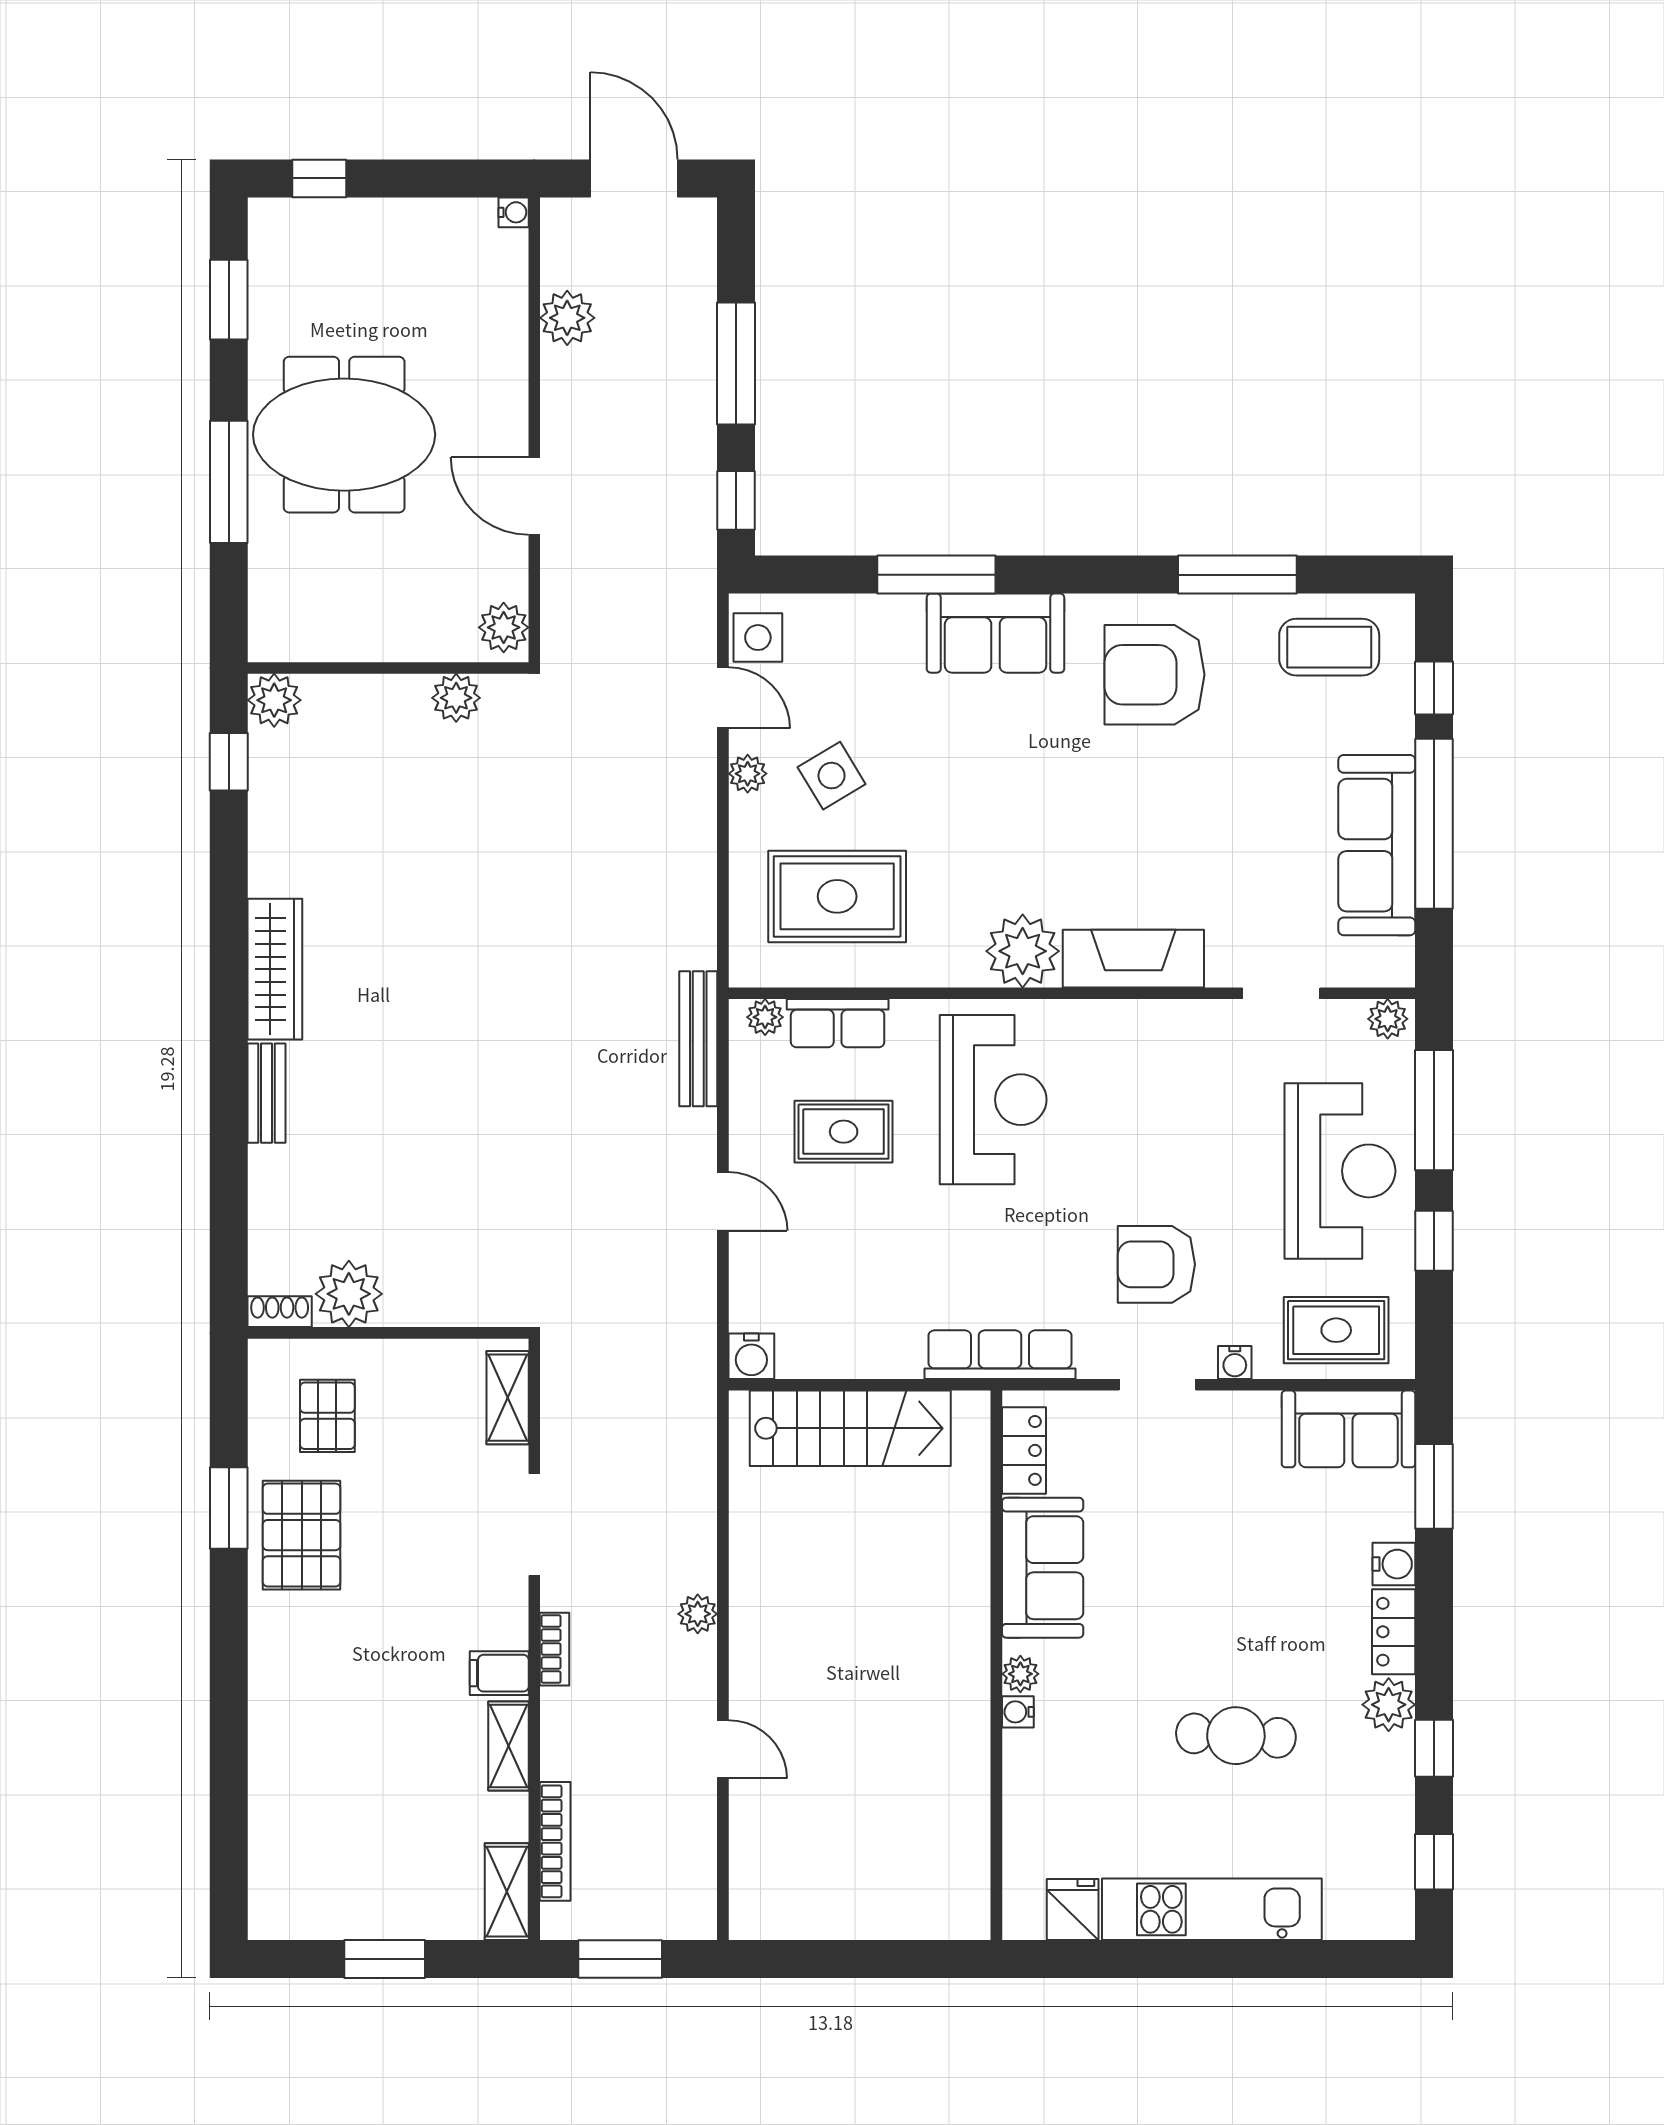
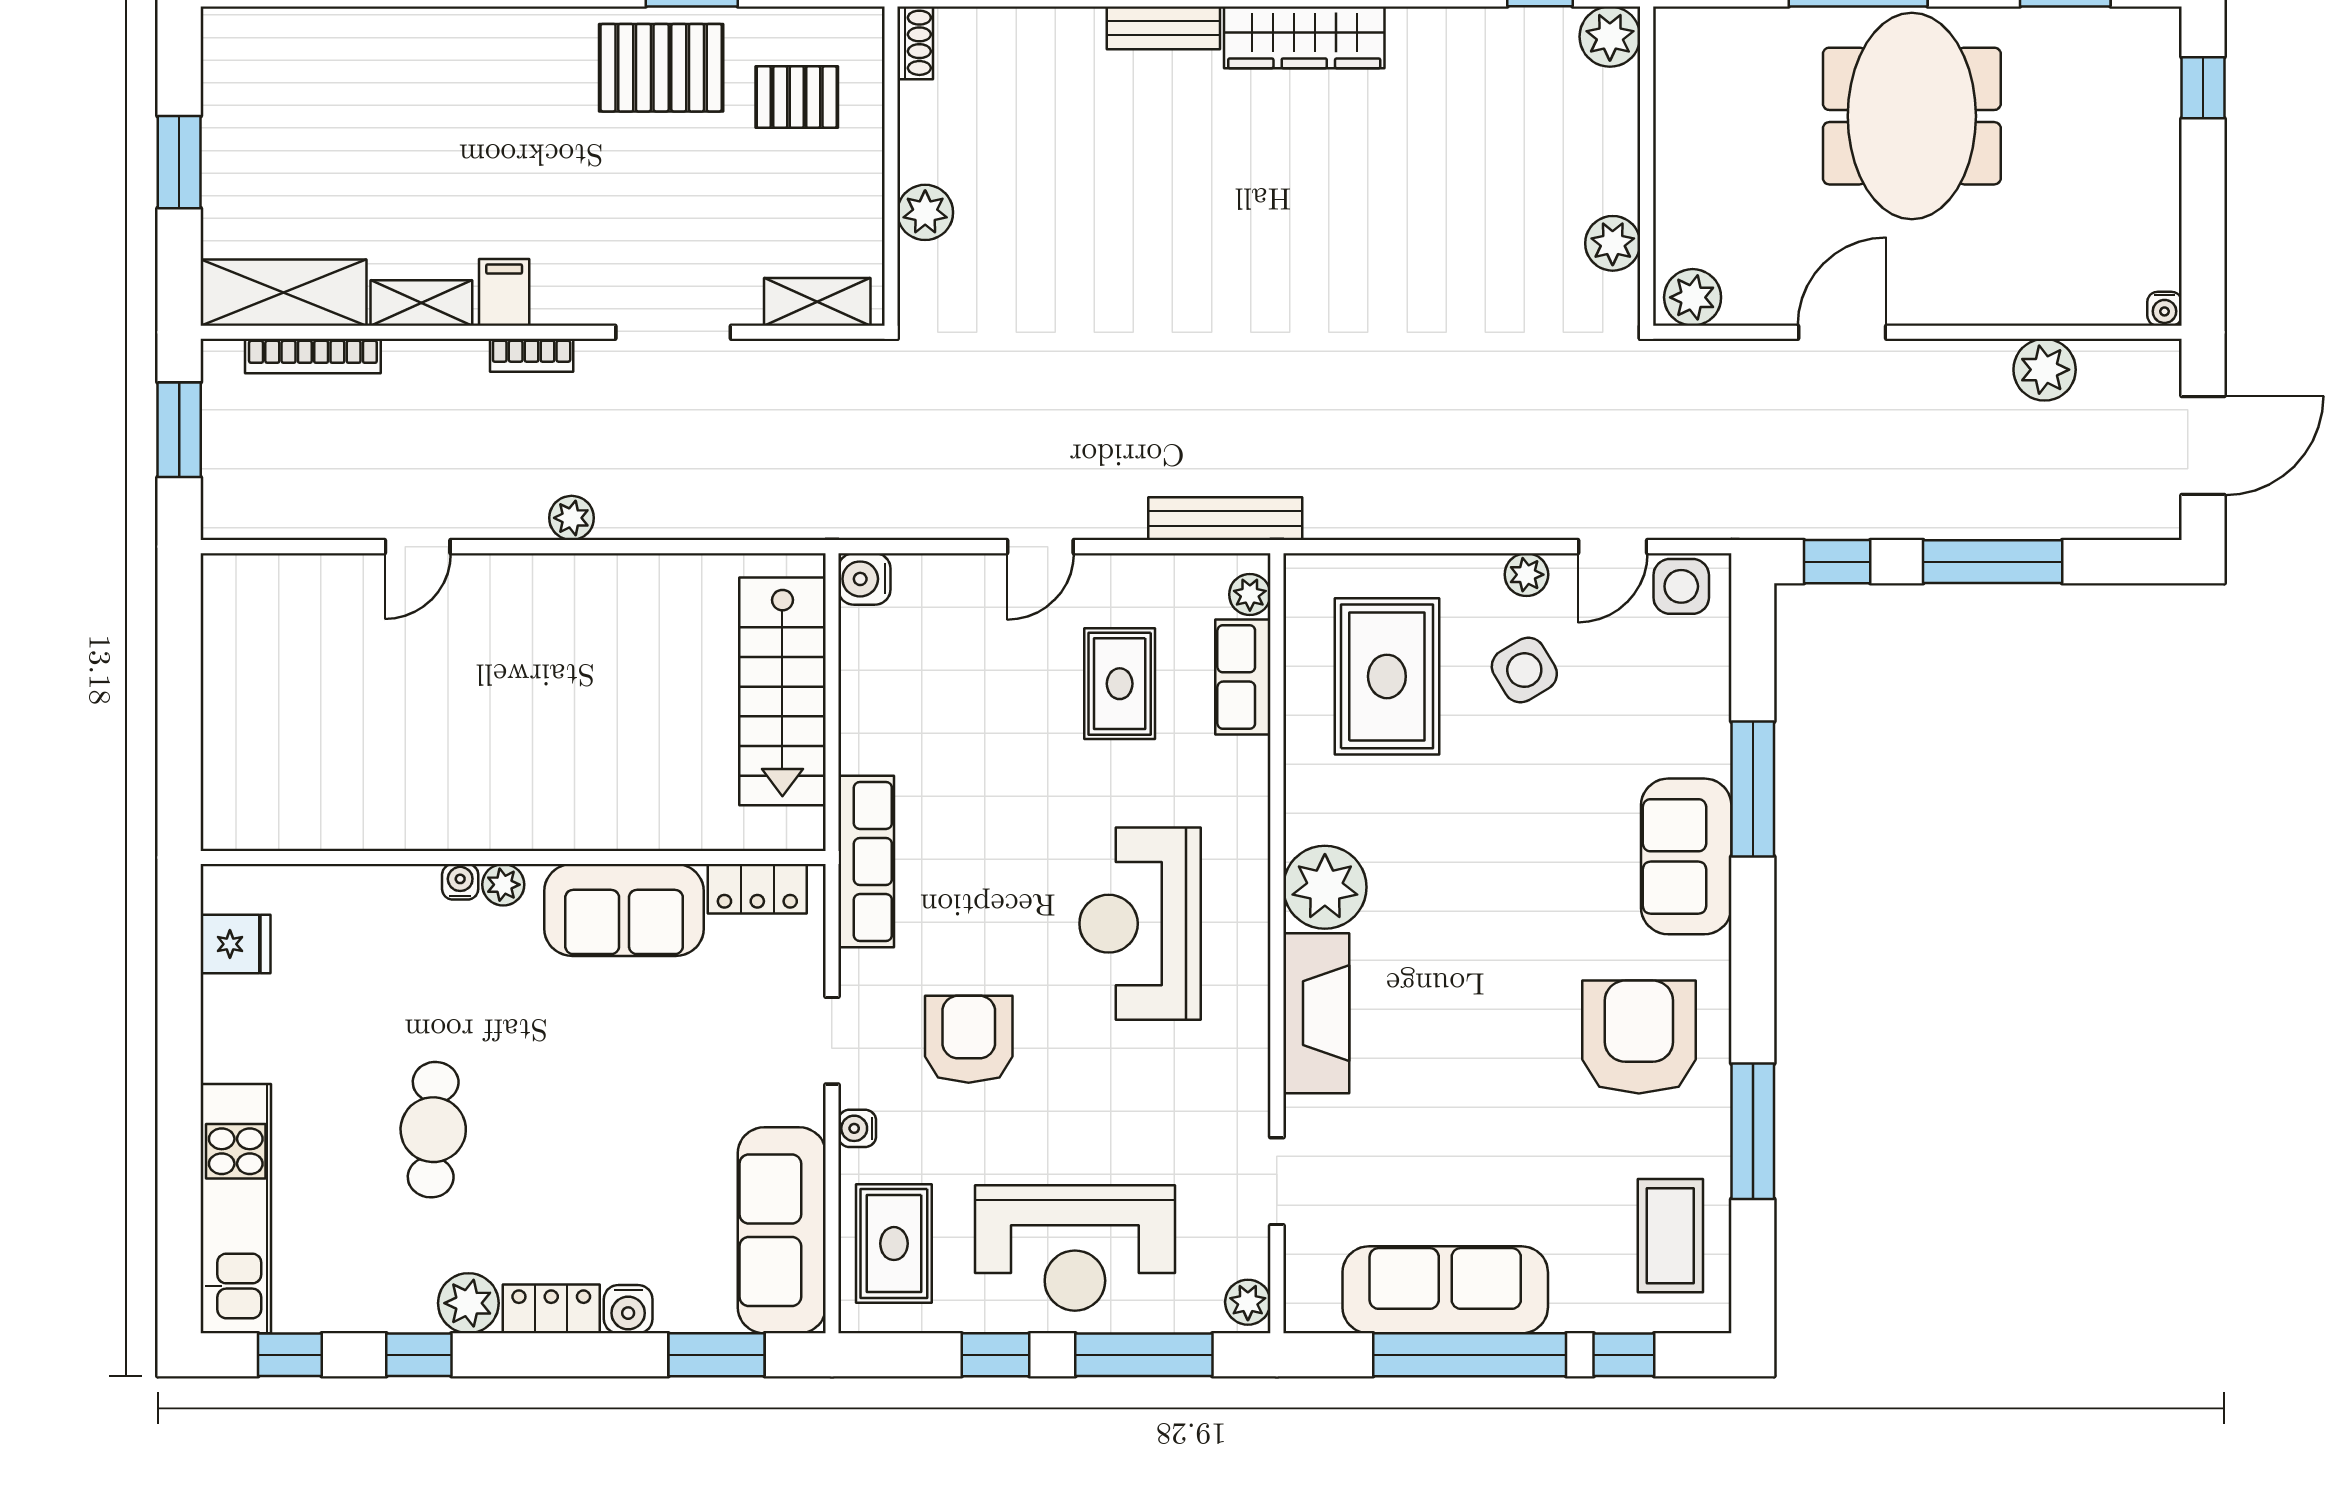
reception desk: (993, 1100) -> (1140, 924), moved, turned 90
plant: (349, 1294) -> (925, 212), moved, width x0.73, depth x0.73
sofa: (1348, 1429) -> (782, 1230), width x1.36
shelving: (507, 1892) -> (283, 293), width x1.50, depth x1.33
kitchen unit: (1212, 1909) -> (236, 1209), moved

